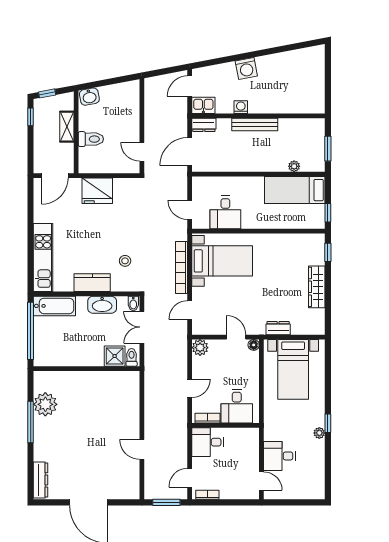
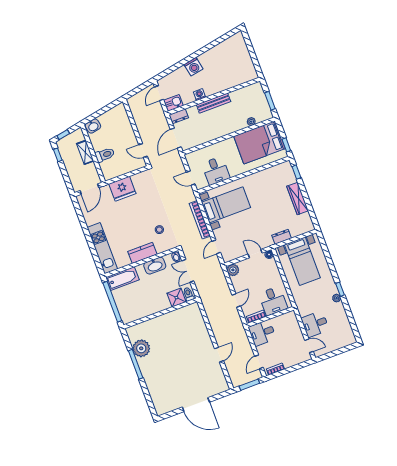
bed: (295, 190) -> (259, 142), width x1.50
door: (142, 449) -> (219, 355), swing flipped
dresser: (41, 480) -> (157, 402), removed

